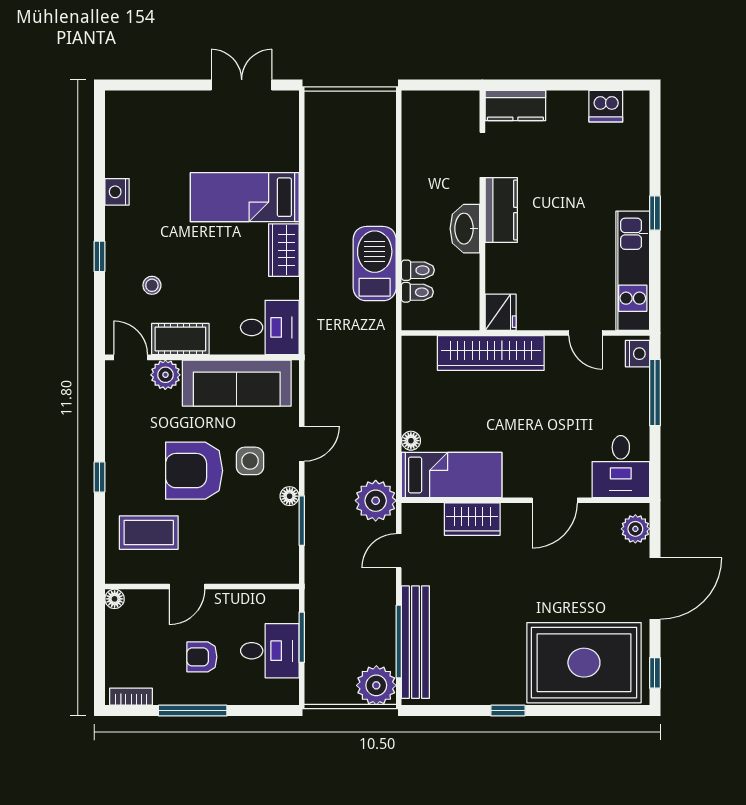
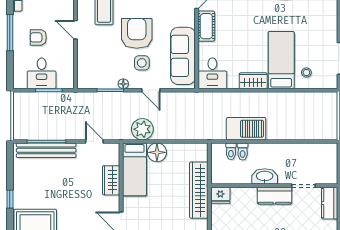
stool: (152, 285) -> (306, 72), moved
plant: (165, 375) -> (187, 18), removed
floor lamp: (411, 441) -> (157, 152), width x1.89, depth x1.89
plant: (376, 501) -> (142, 129), moved
armchair: (202, 657) -> (38, 37), turned -90
plant: (376, 685) -> (23, 130), removed

